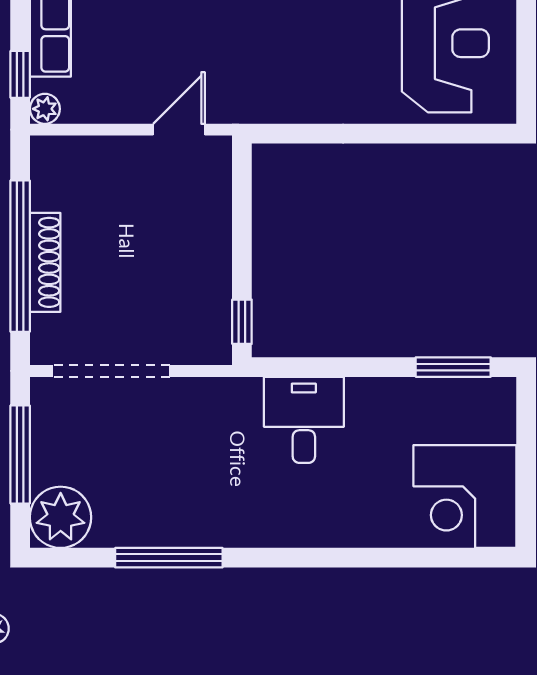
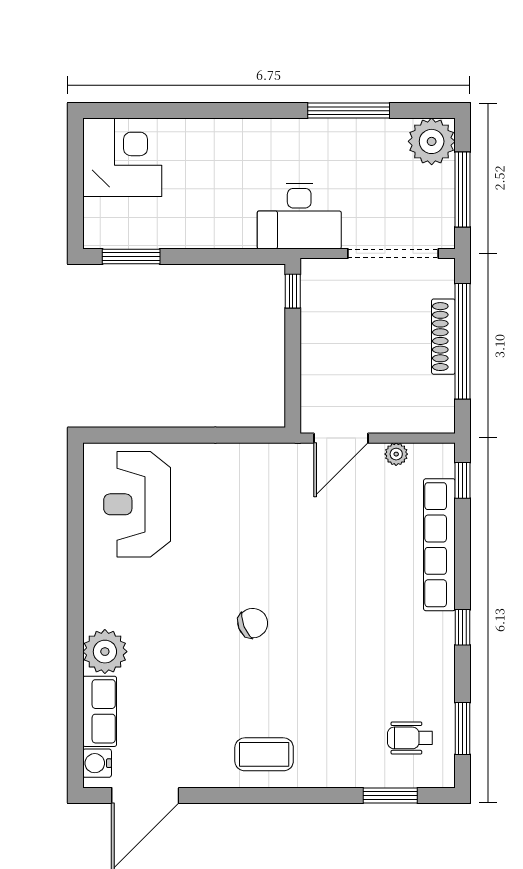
plant: (45, 109) -> (396, 454), moved
door: (179, 130) -> (341, 438), width x1.38
desk: (304, 420) -> (299, 216), moved, width x1.37

